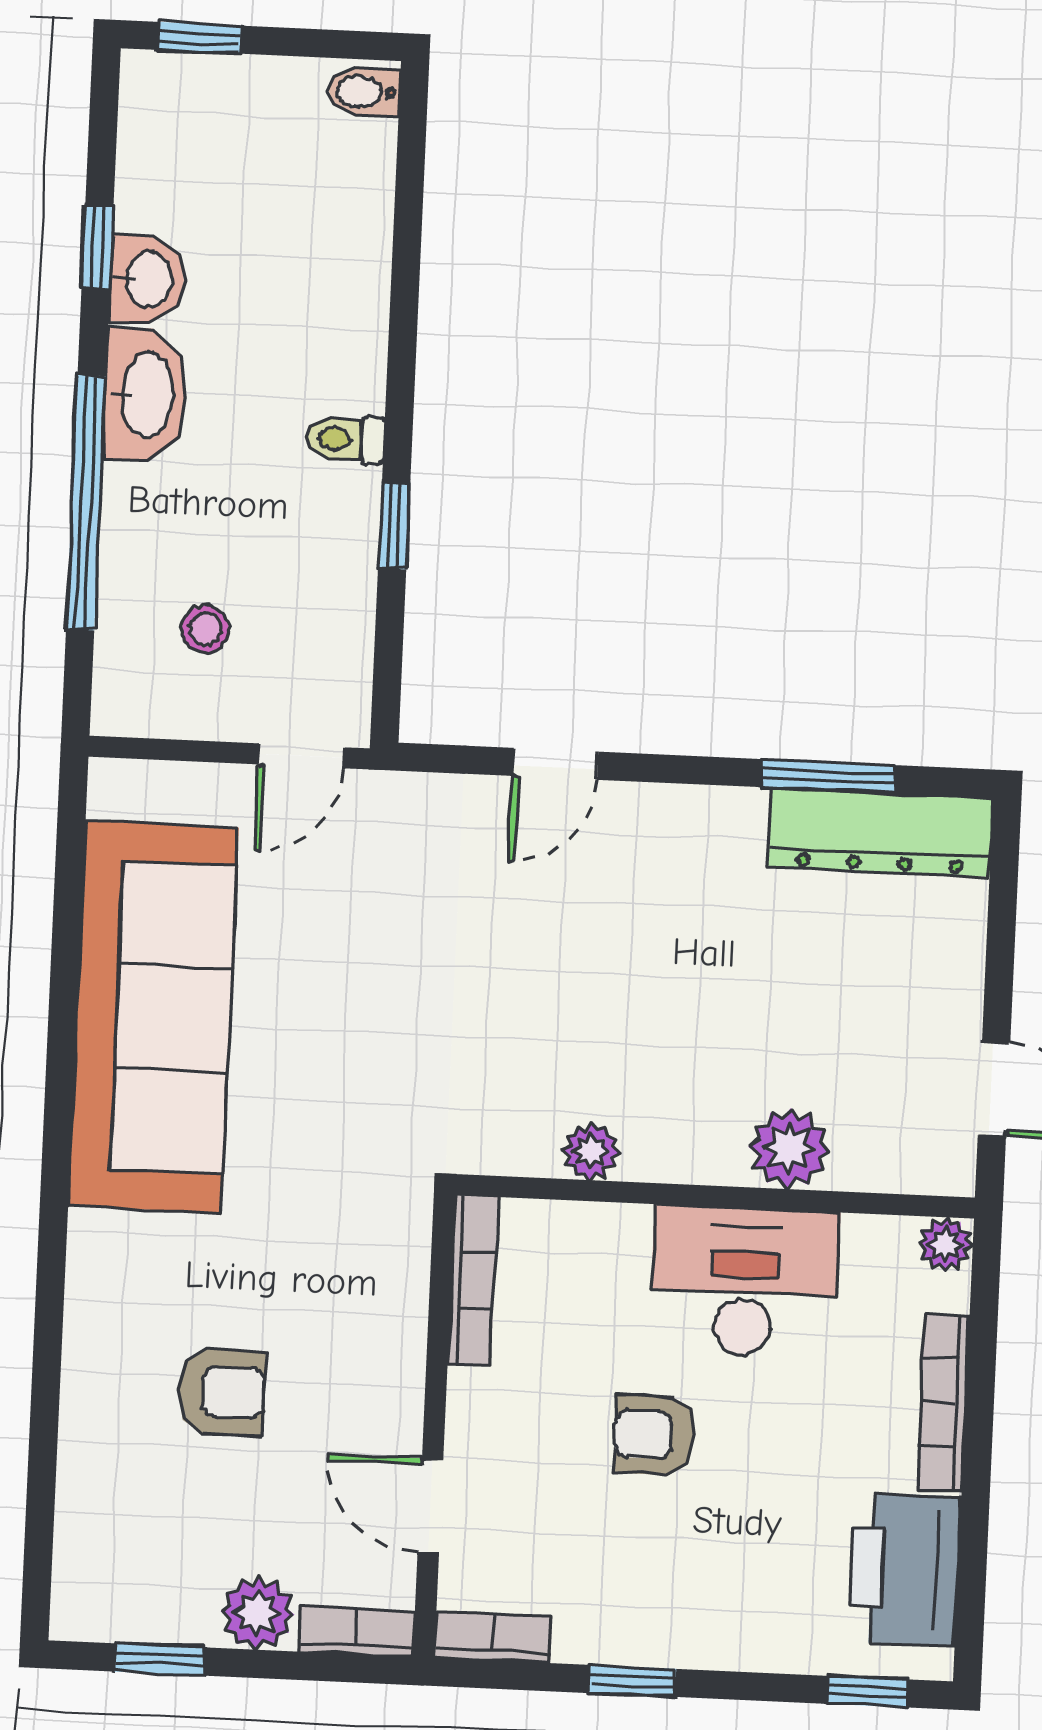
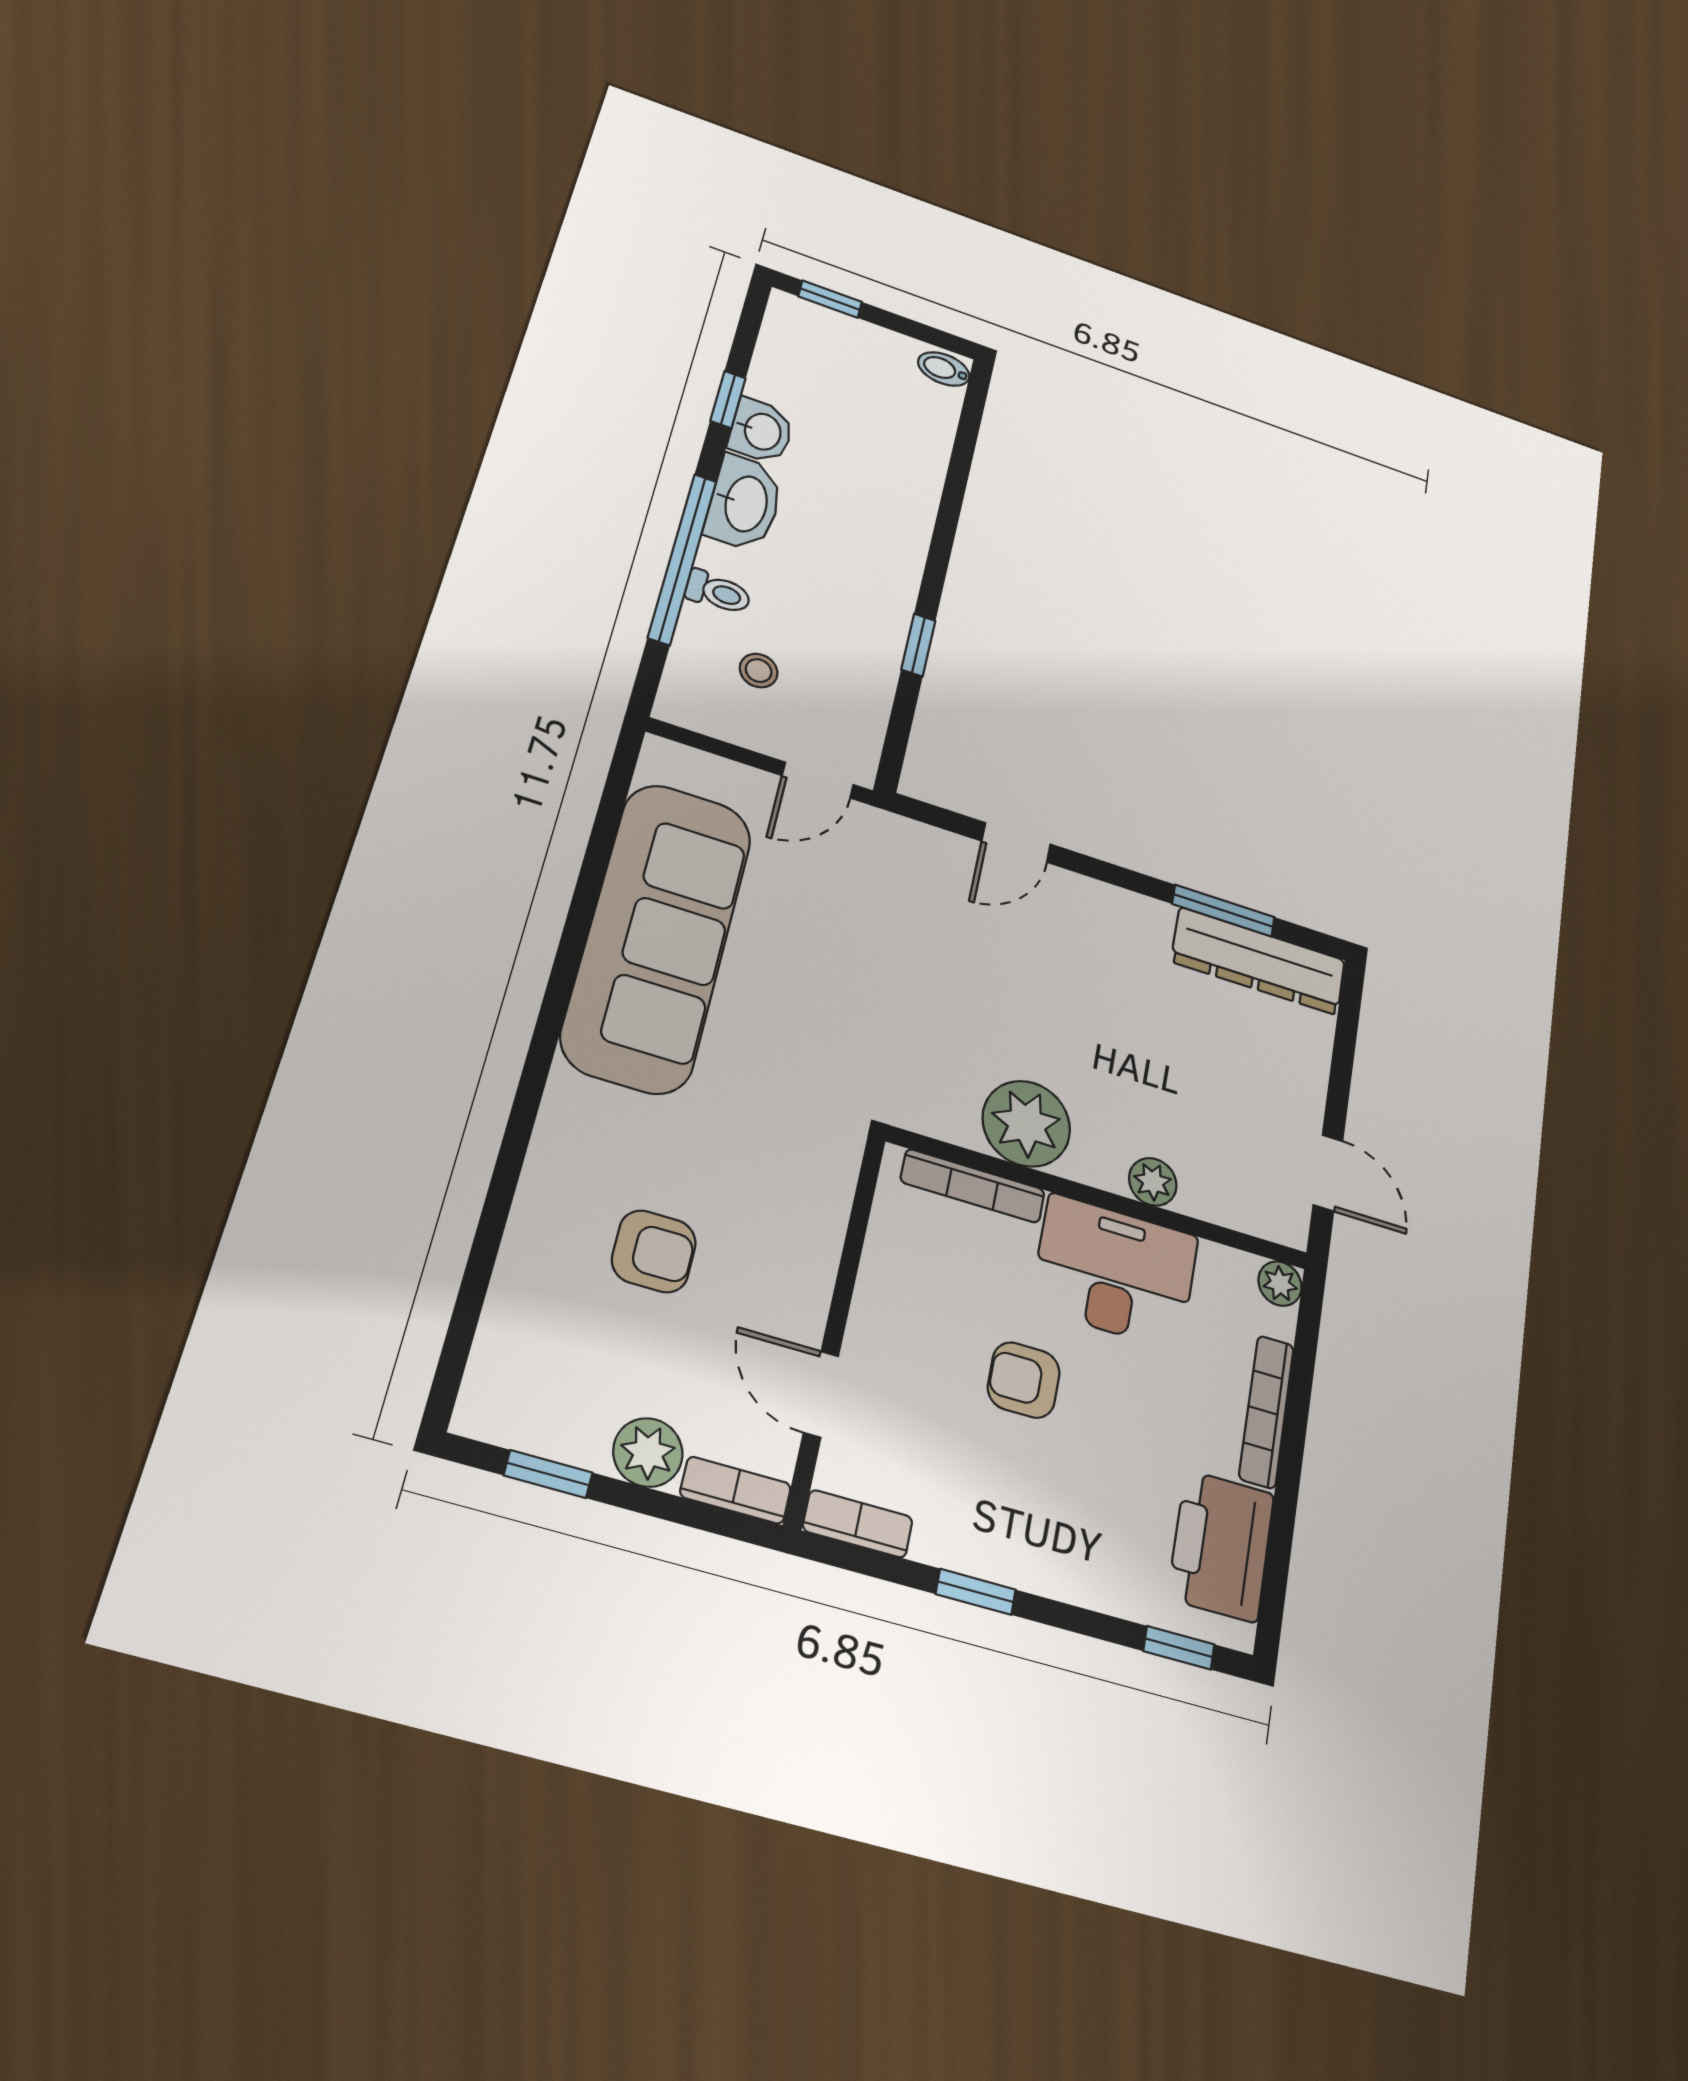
toilet: (345, 439) -> (718, 592), moved, turned 180
plant: (789, 1149) -> (1153, 1182), width x0.73, depth x0.73
plant: (591, 1152) -> (1026, 1124), width x1.87, depth x1.87
bookcase: (473, 1280) -> (973, 1186), moved, turned 90

